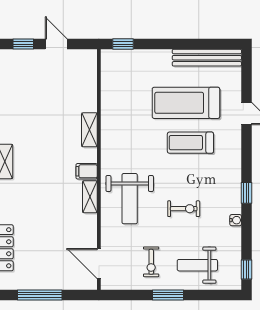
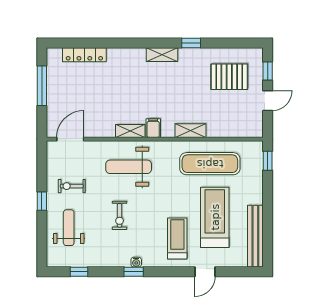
pallet: (30, 87) -> (229, 77), added
exercise mat: (126, 108) -> (210, 164), added
treadmill: (190, 143) -> (177, 239), moved
water cooler: (236, 220) -> (136, 262), moved
window: (246, 269) -> (79, 272), moved
window: (168, 295) -> (42, 201), width x0.67

